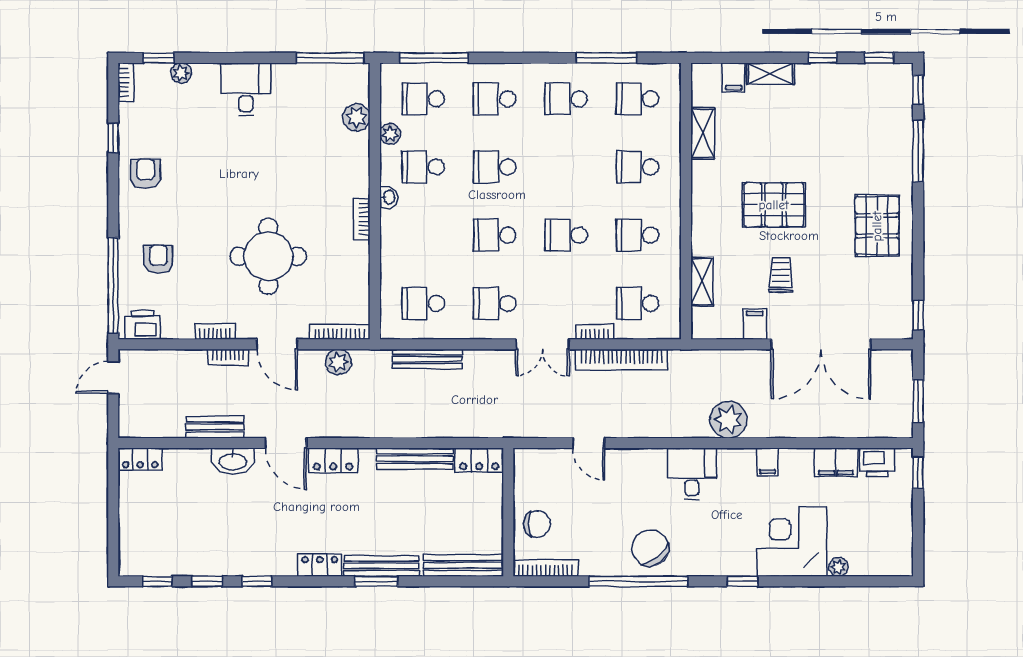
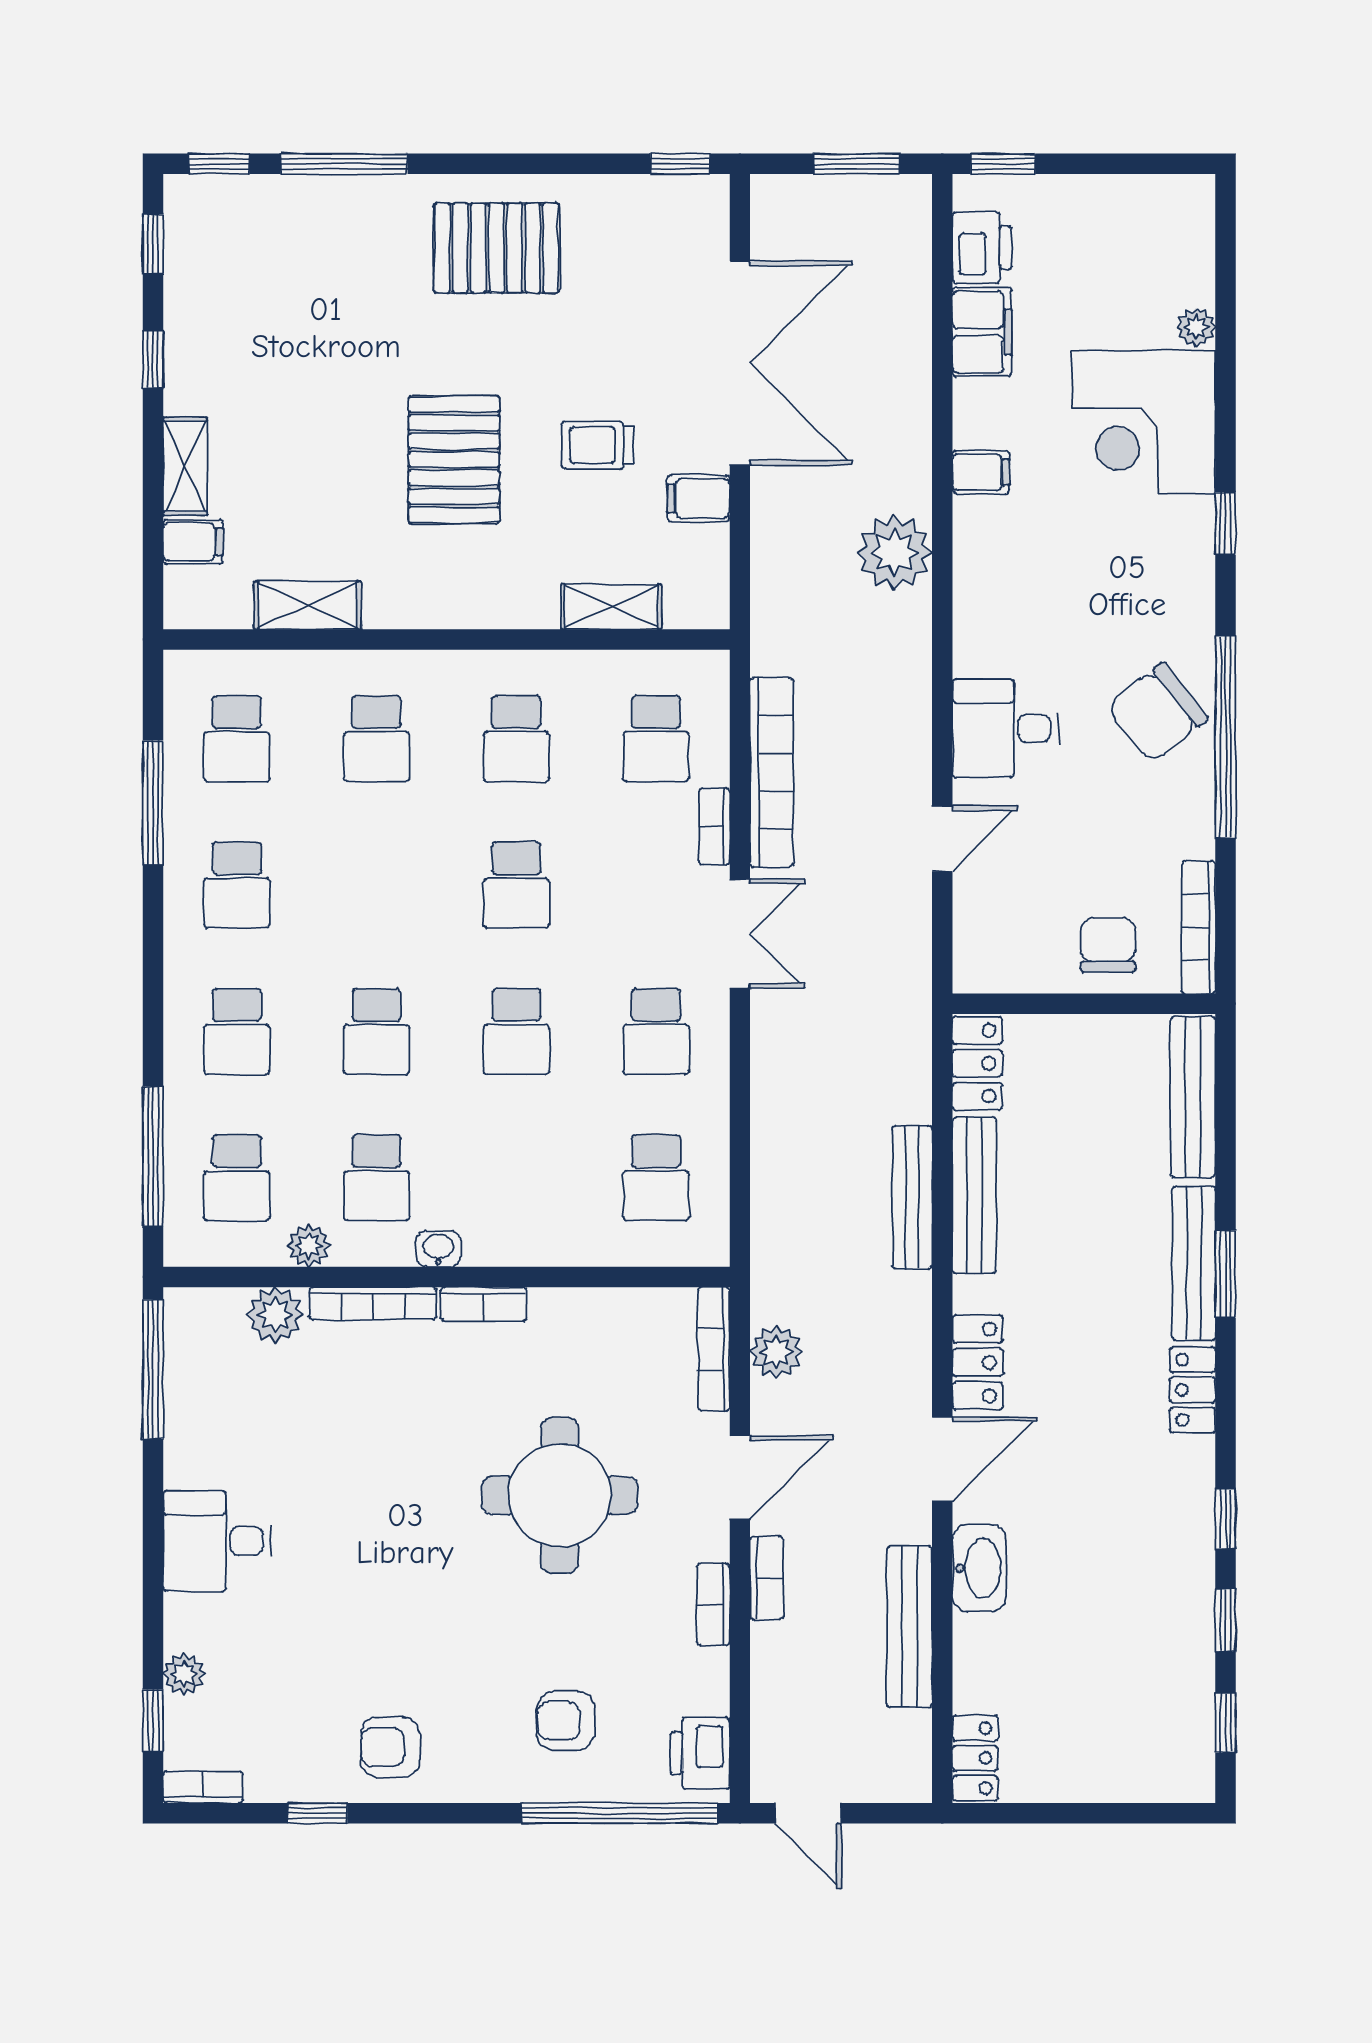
bookcase: (362, 165) -> (373, 1303), added
bench: (427, 359) -> (912, 1197), moved
bench: (215, 427) -> (910, 1627), width x1.36
desk: (692, 474) -> (1005, 729), moved

